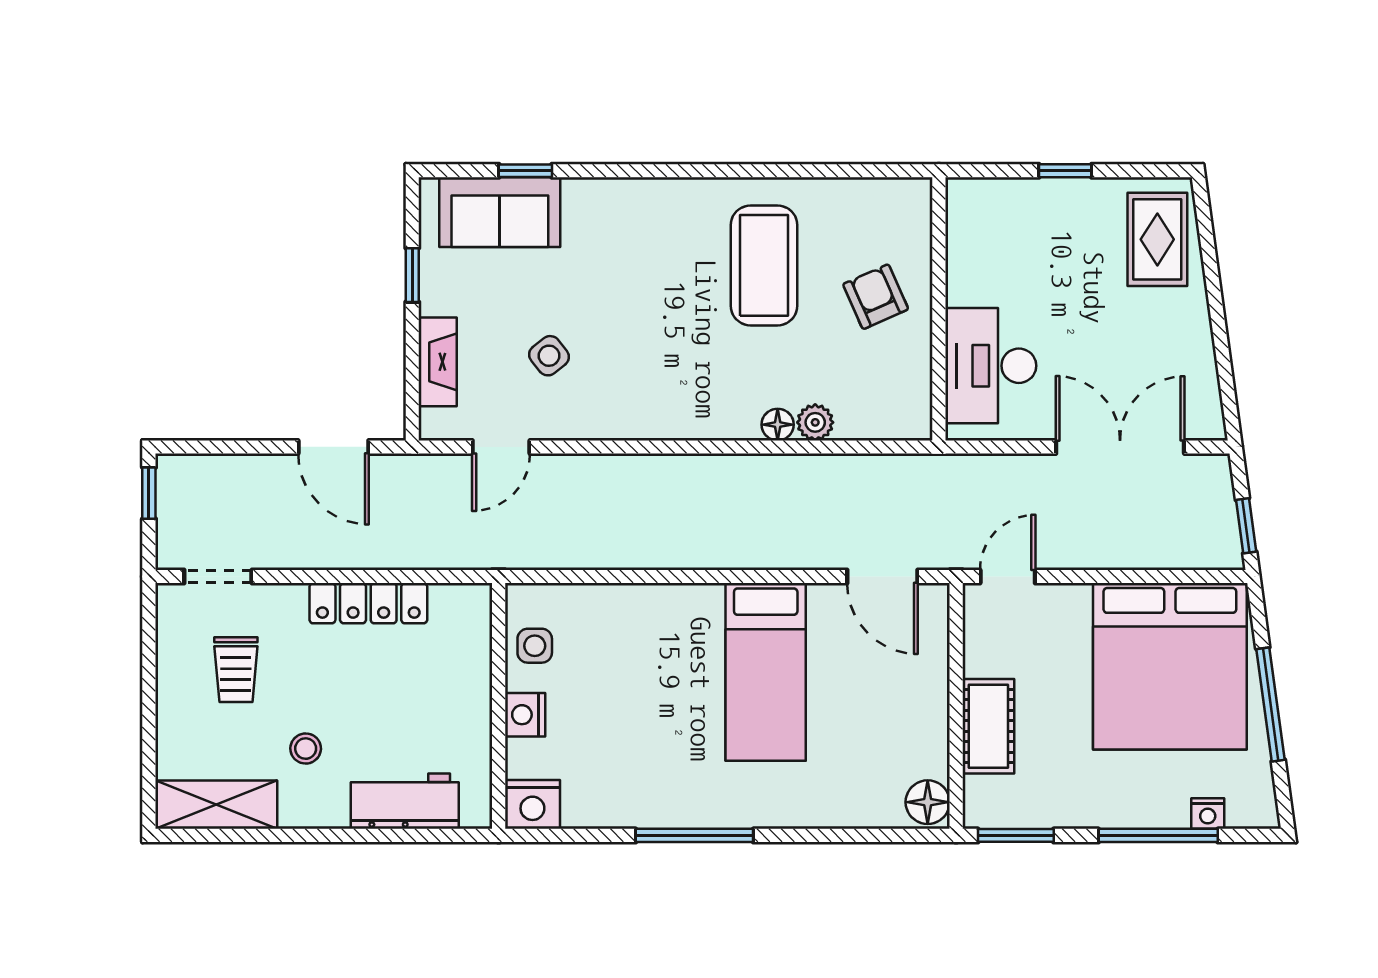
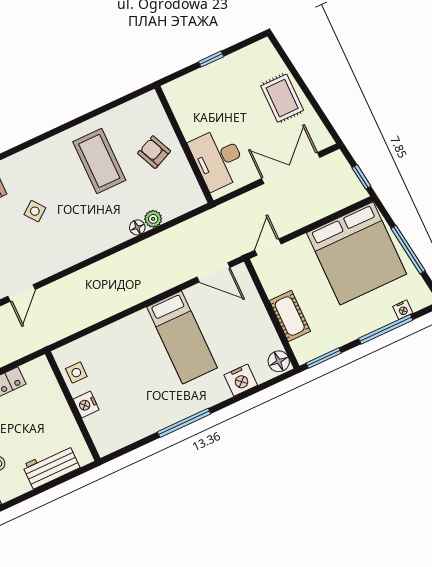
rug: (1157, 239) -> (282, 98), moved
side table: (549, 356) -> (35, 211), moved
nightstand: (532, 804) -> (241, 380), moved

